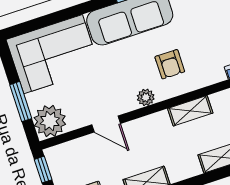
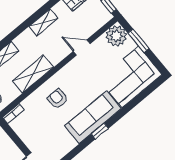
plant: (146, 97) -> (64, 73), removed
shelving: (190, 111) -> (33, 74), width x1.50, depth x1.33

